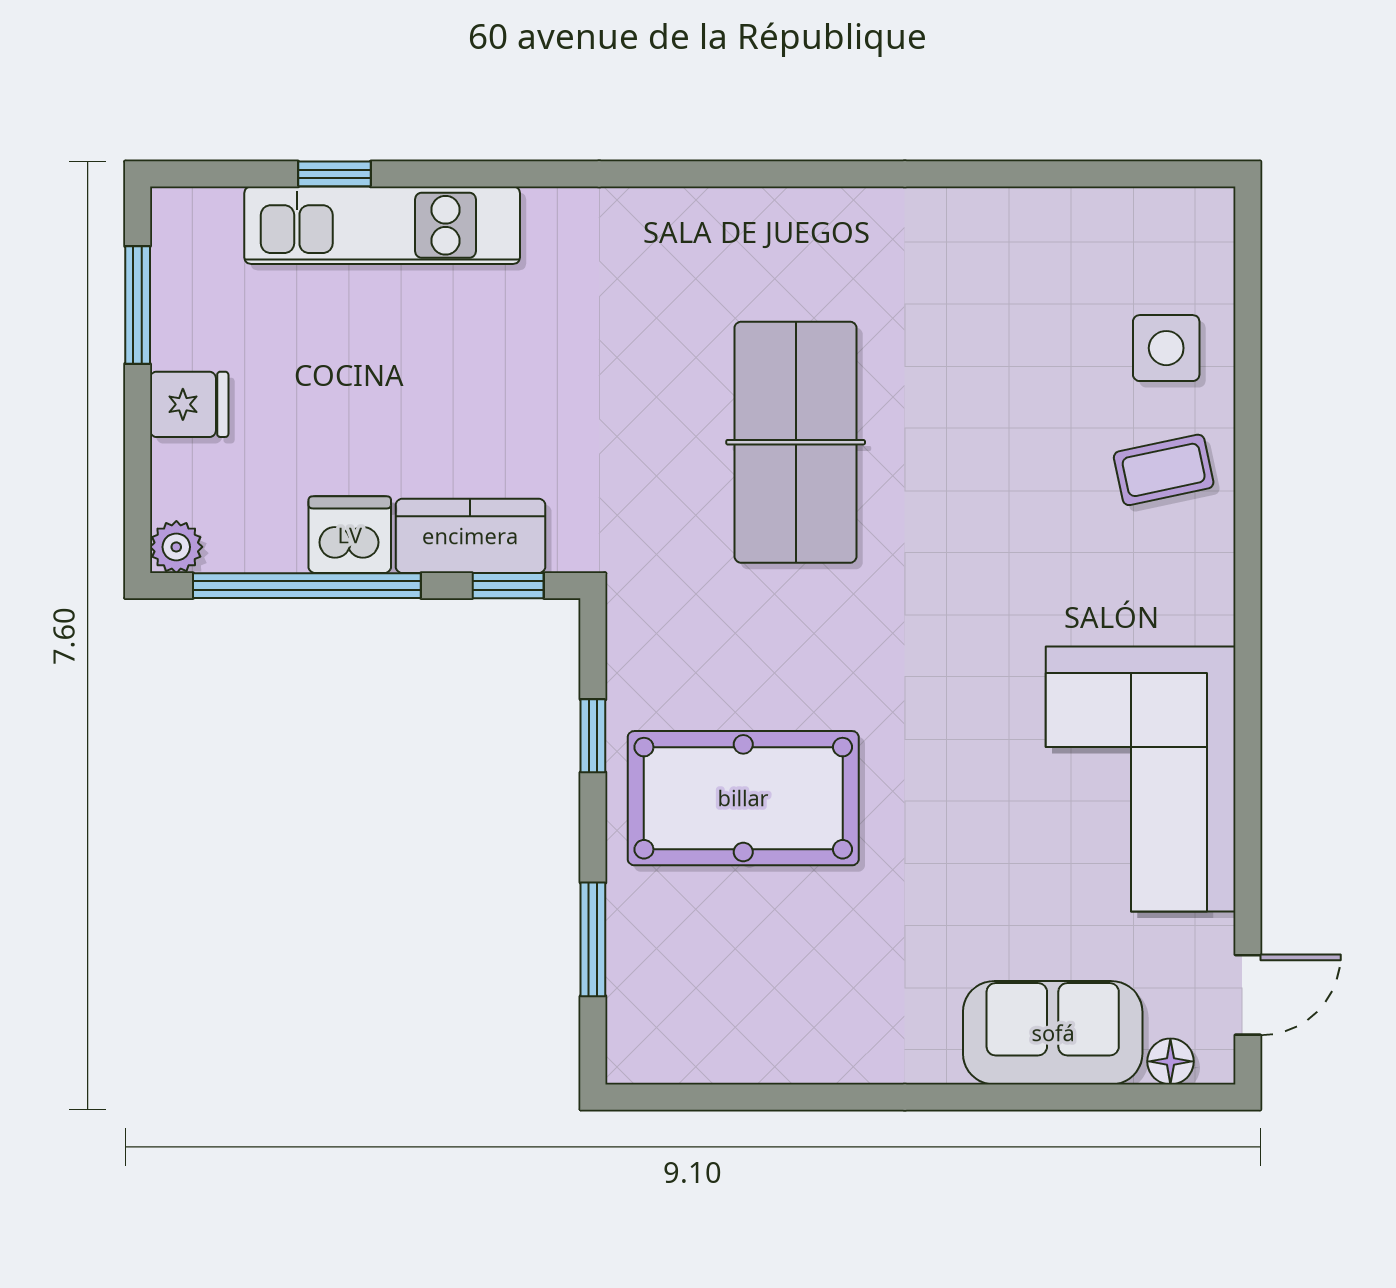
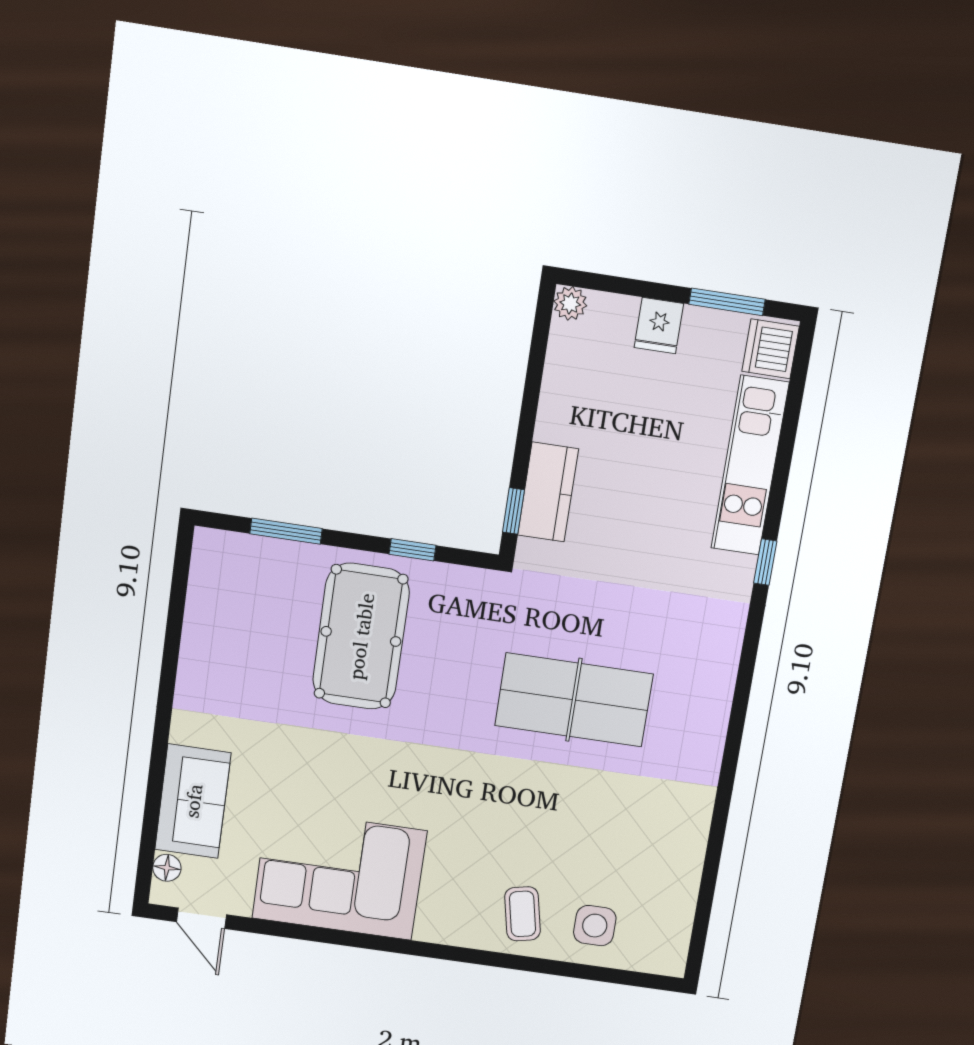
window: (334, 174) -> (765, 562), moved
dishwasher: (350, 535) -> (771, 349), moved, turned 180
window: (307, 586) -> (533, 384), removed

